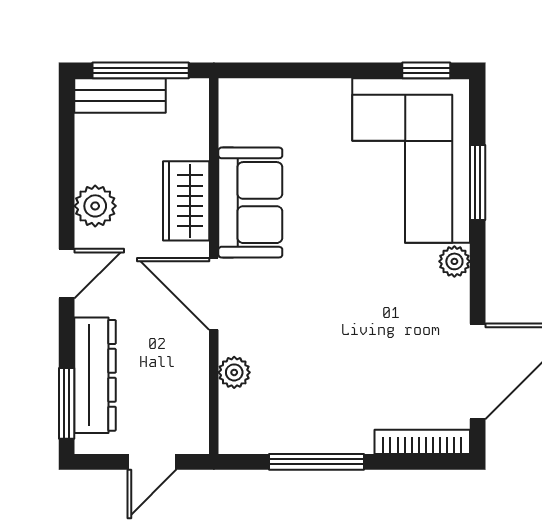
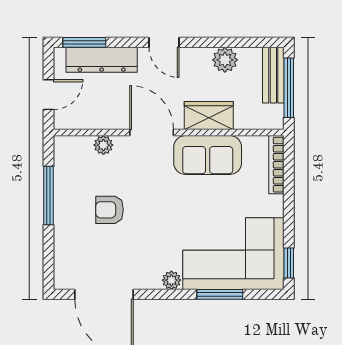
plant: (95, 206) -> (225, 60), moved
door: (214, 294) -> (152, 133), hinge flipped
armchair: (340, 362) -> (110, 210), added
bookcase: (422, 442) -> (276, 165), moved, turned 180
door: (152, 462) -> (49, 95), swing flipped

